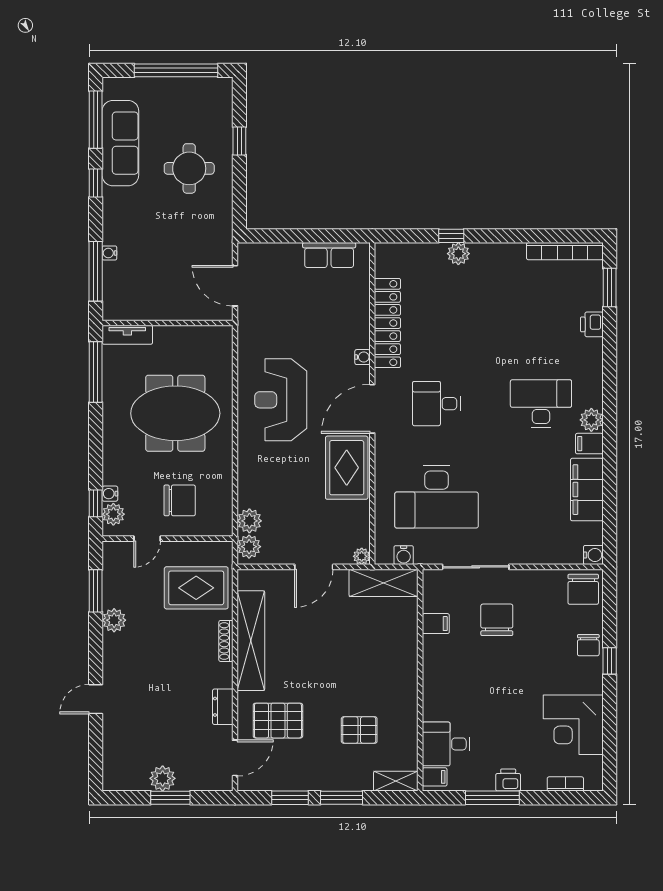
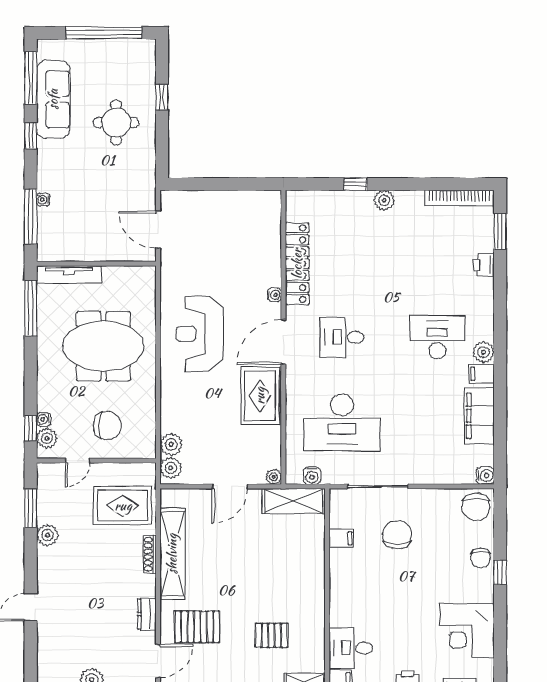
plant: (458, 254) -> (384, 200), moved
row of seats: (329, 255) -> (244, 202), removed
tv unit: (127, 335) -> (69, 274), width x1.41

